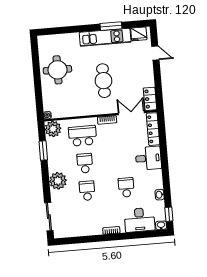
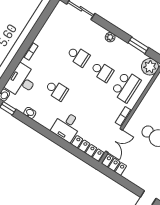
plant: (58, 181) -> (110, 37), width x0.53, depth x0.53

